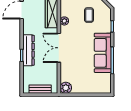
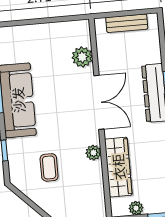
plant: (66, 88) -> (82, 57), moved

